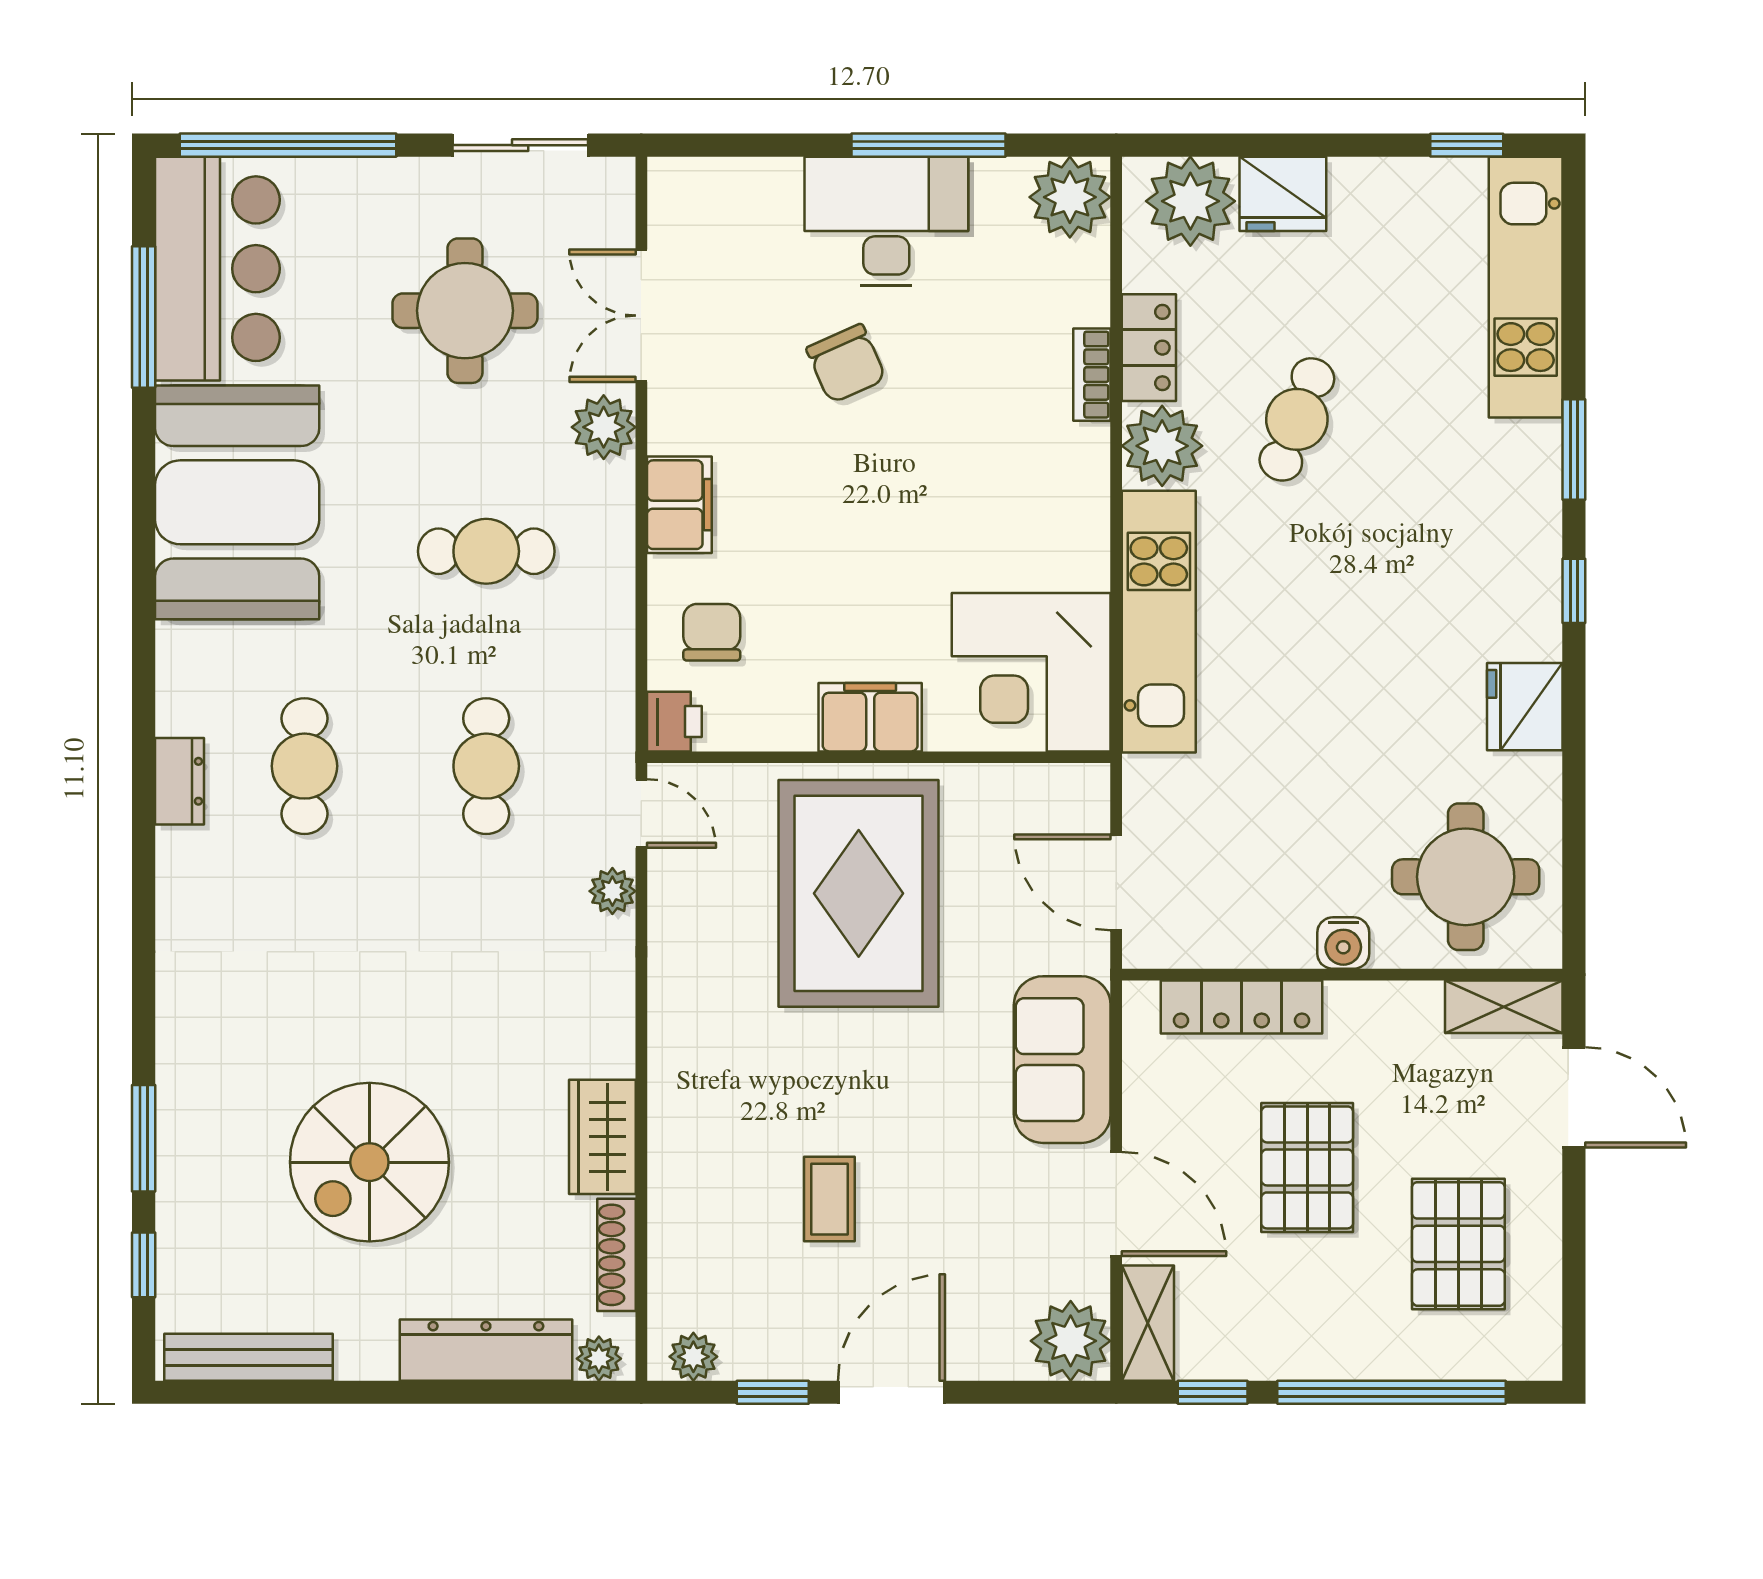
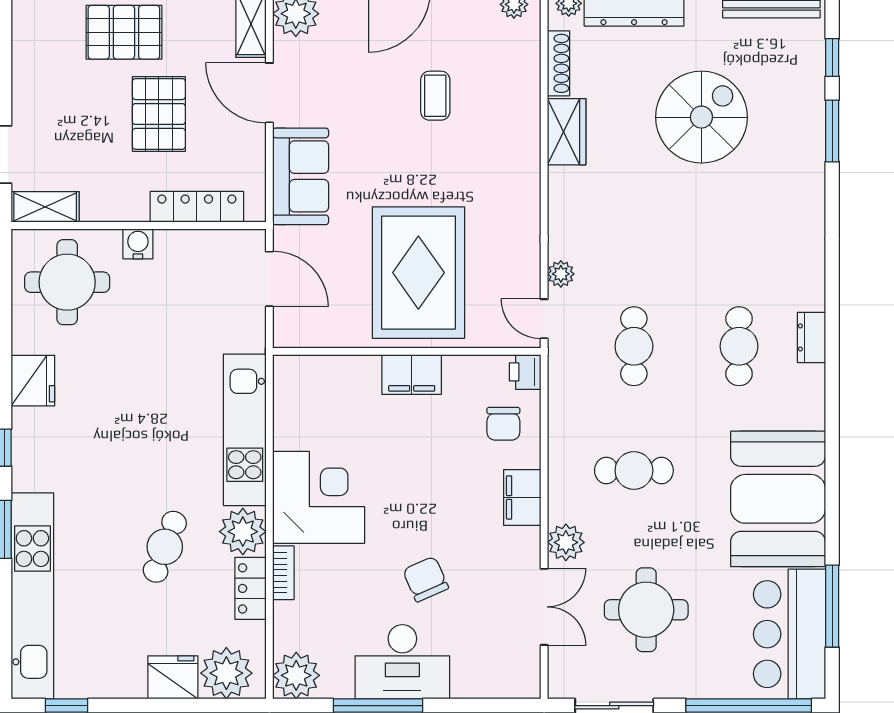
kitchen unit: (1526, 287) -> (32, 596), width x1.36
corner desk: (1031, 672) -> (319, 497), moved
pallet: (1458, 1244) -> (124, 32), moved, turned 90

